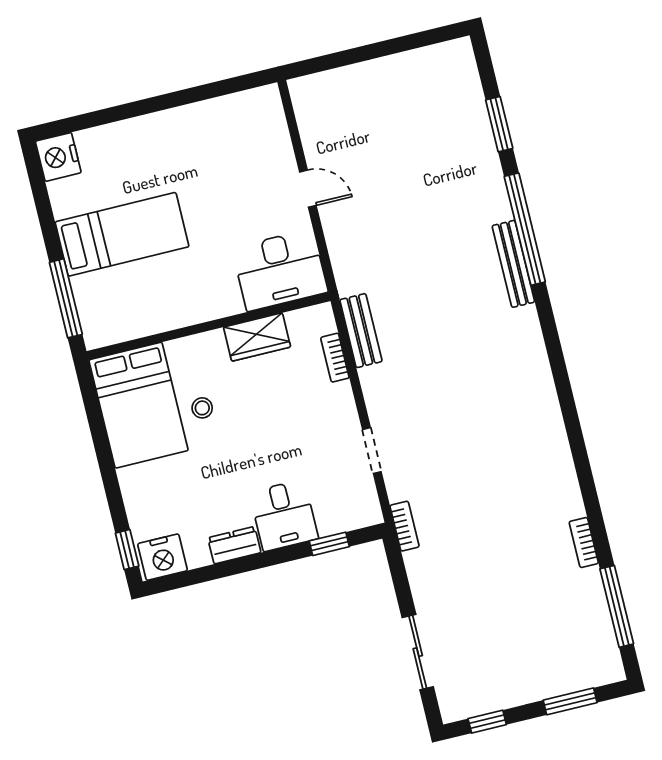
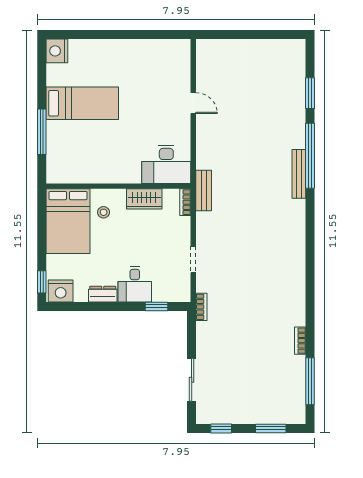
desk: (280, 270) -> (166, 164), moved
wall: (209, 326) -> (118, 186), moved
wardrobe: (257, 337) -> (144, 199), moved
bed: (139, 405) -> (68, 221), moved

